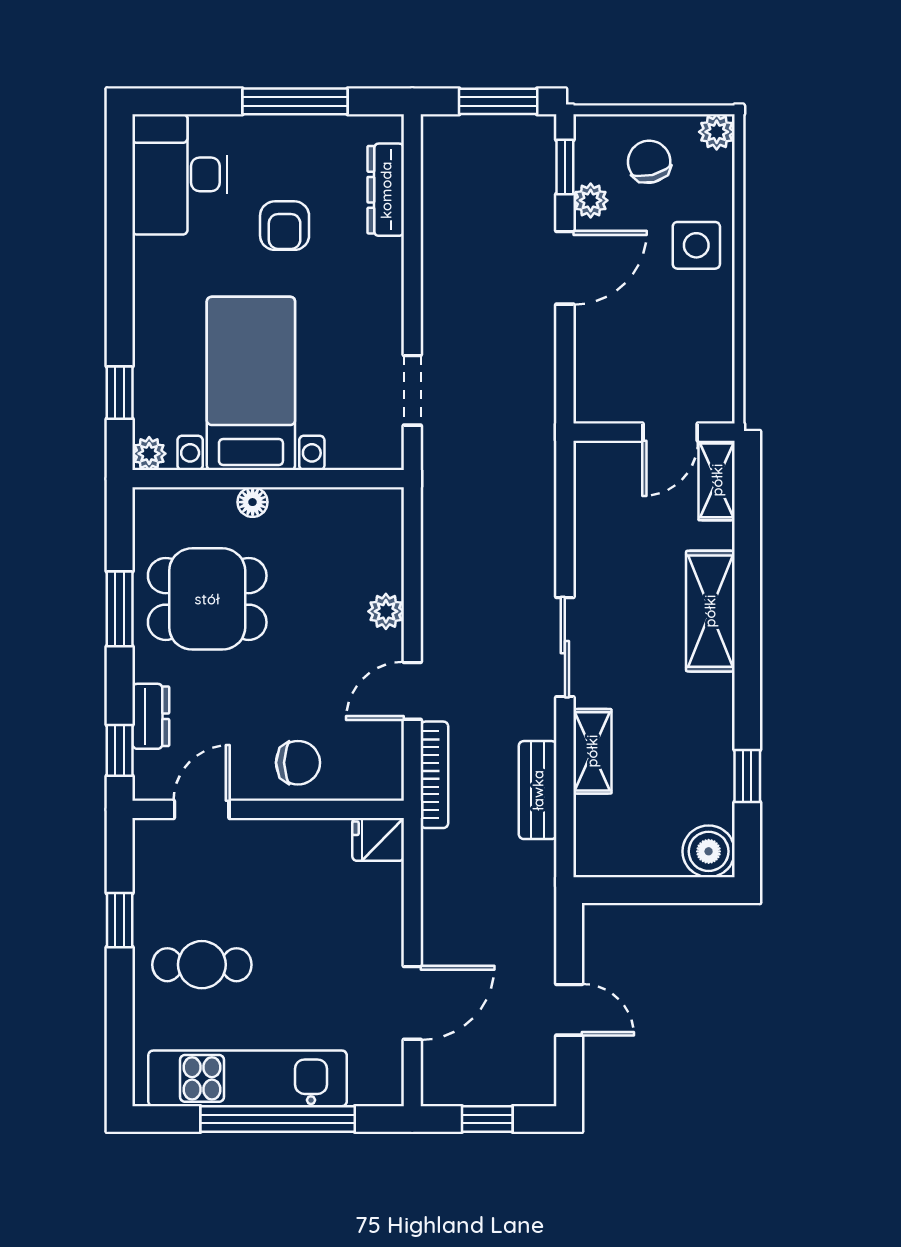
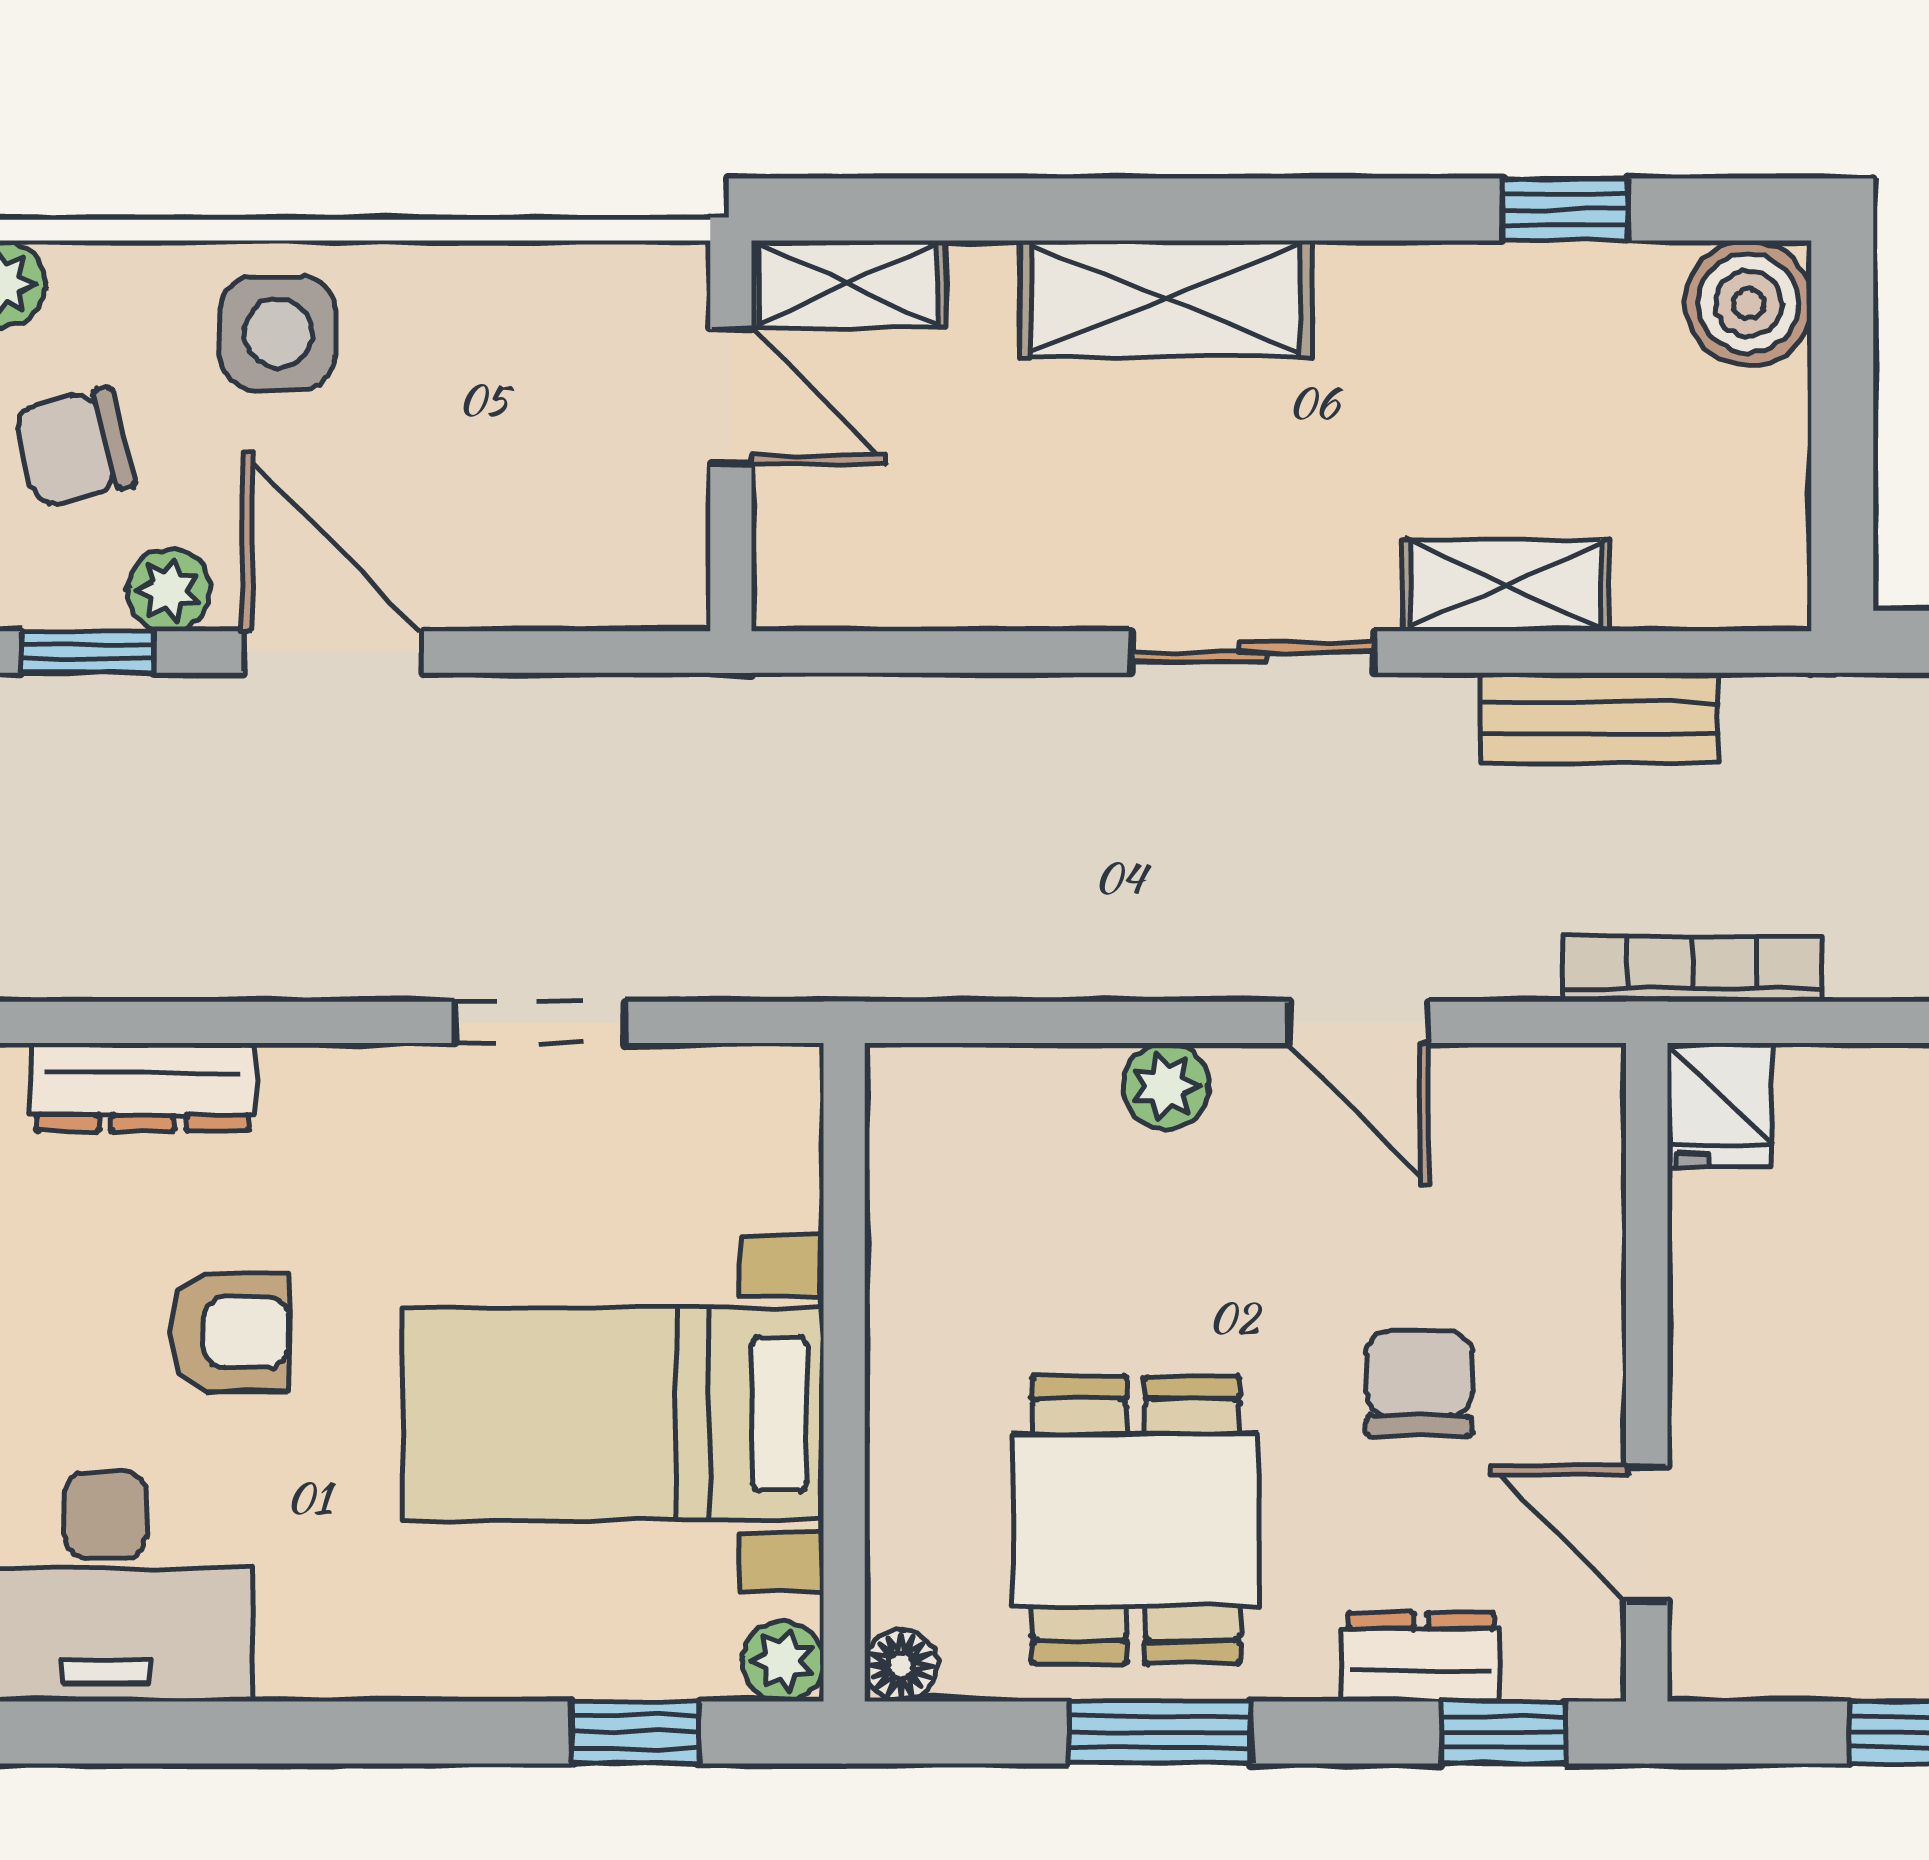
doorway: (412, 390) -> (540, 1022), moved
floor lamp: (253, 502) -> (901, 1665), moved
chair: (298, 763) -> (1419, 1383), moved
bookcase: (434, 775) -> (1693, 969), moved

